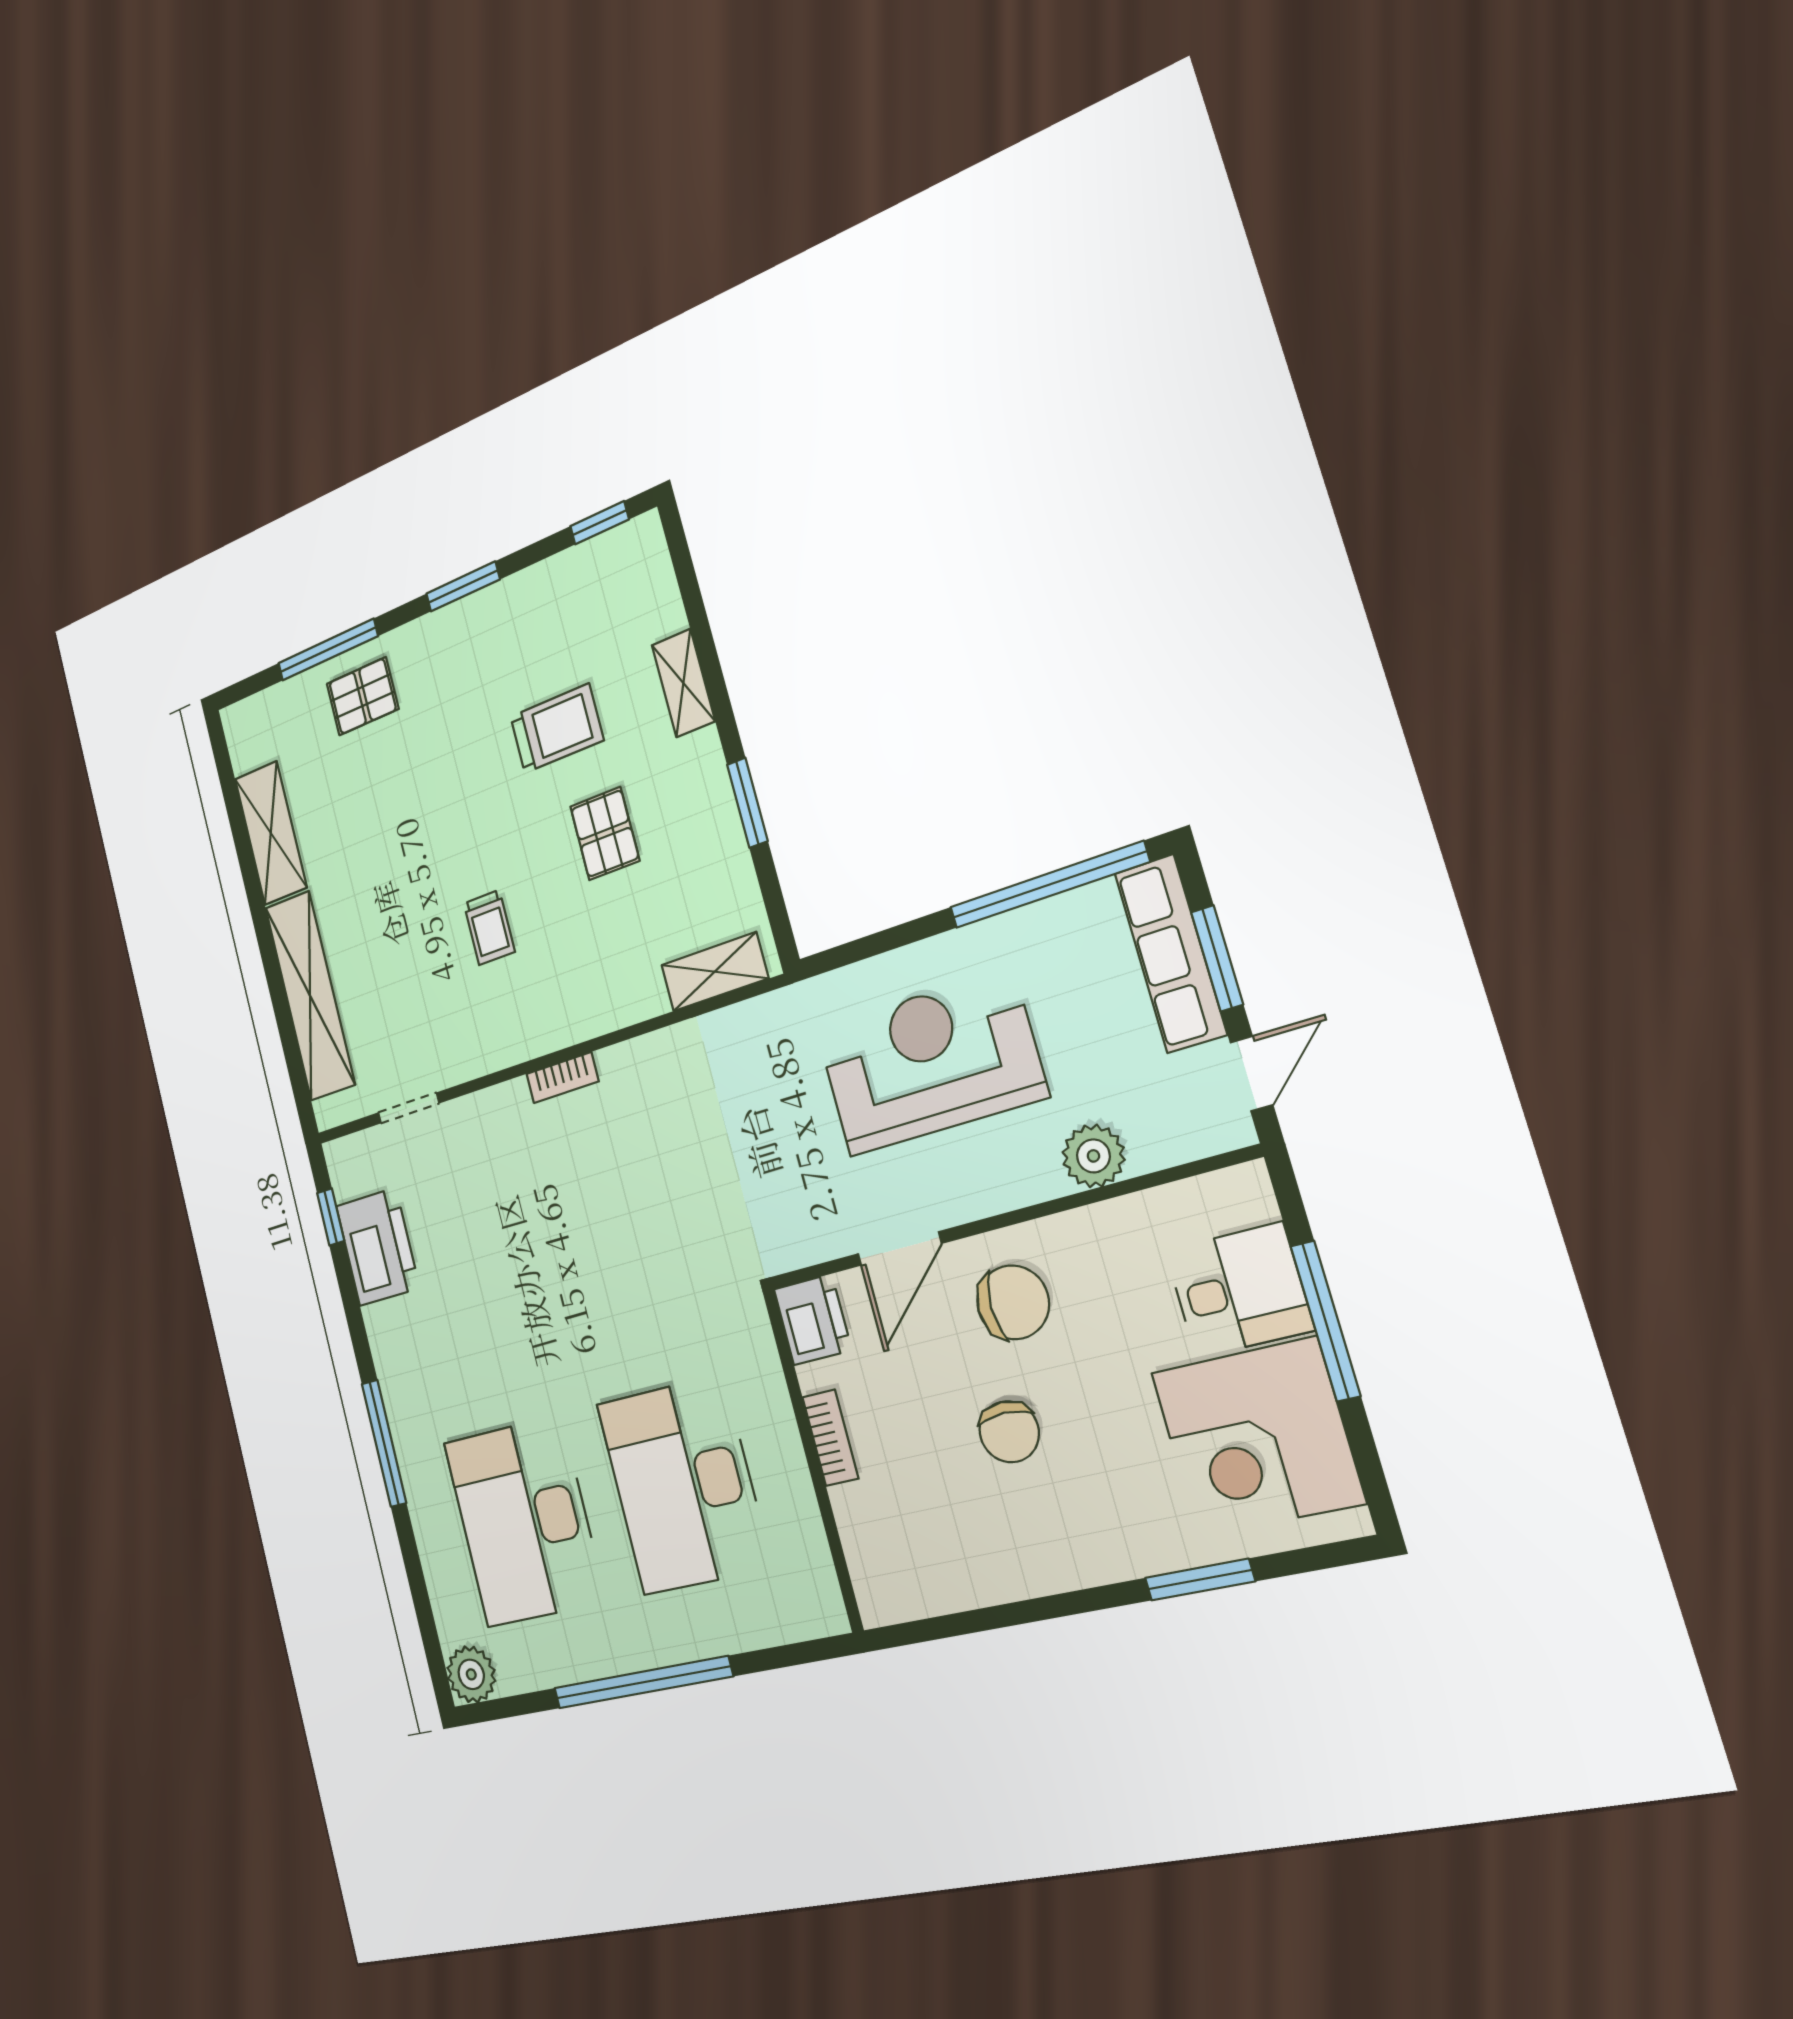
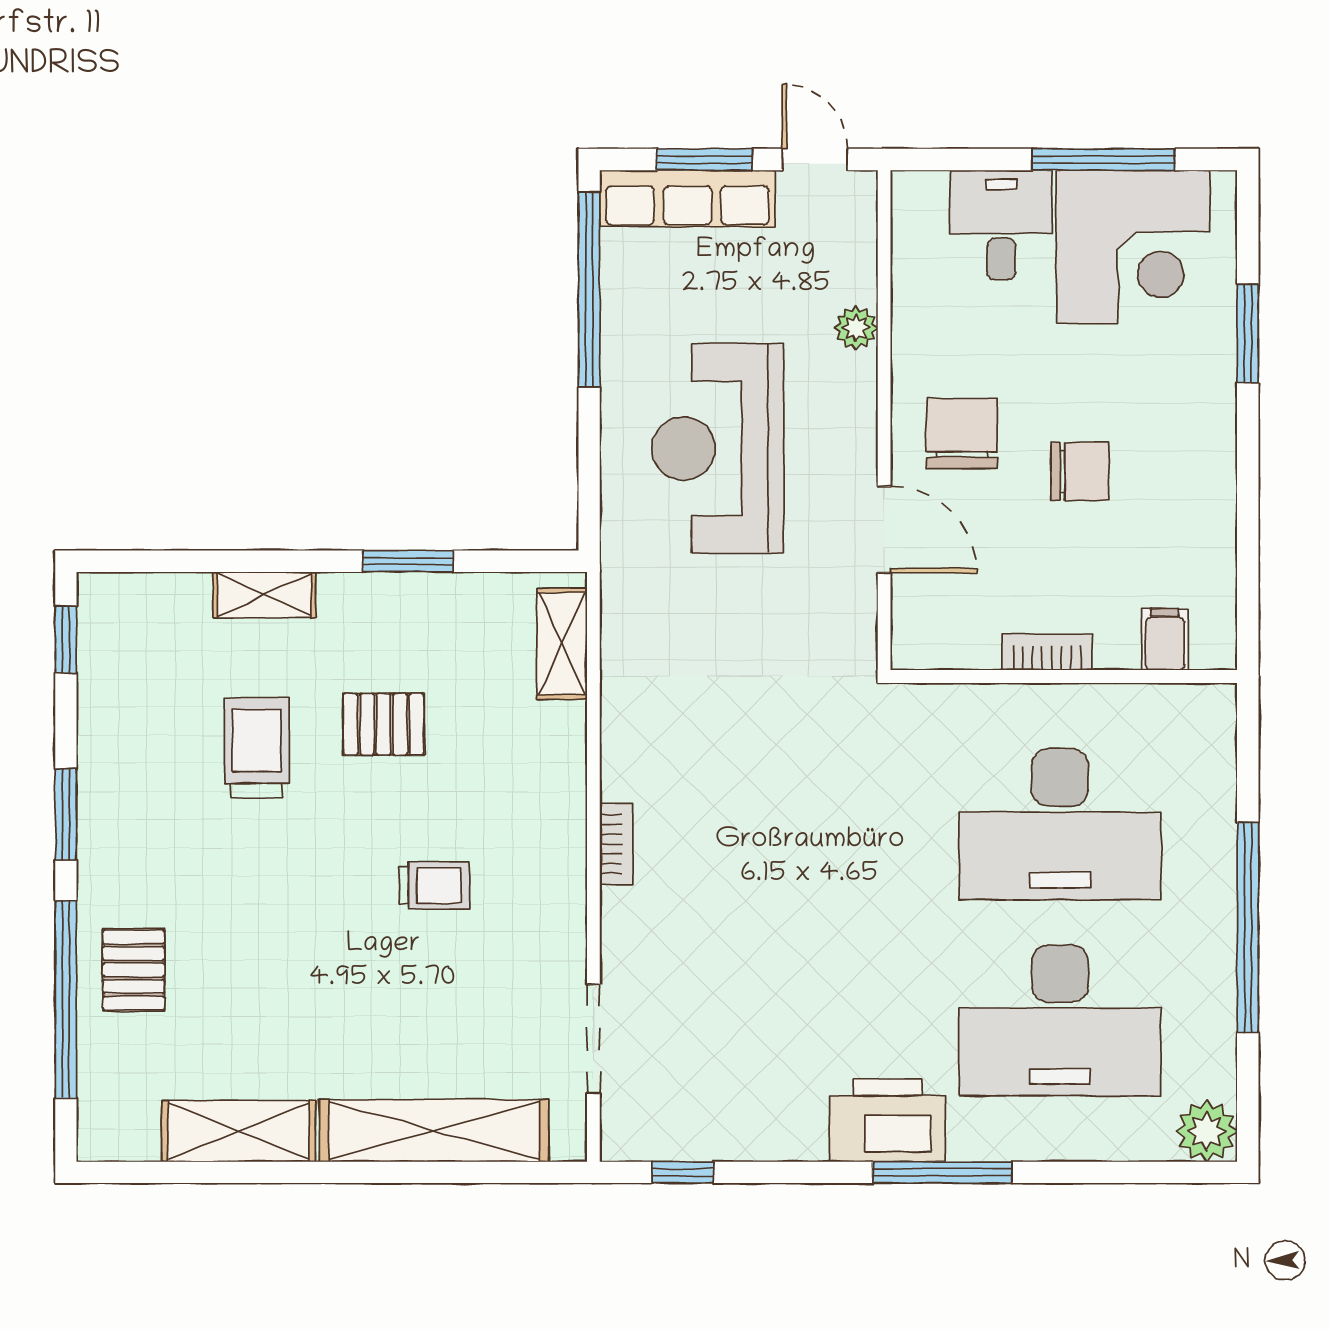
window: (328, 650) -> (66, 999), width x1.46
doorway: (409, 1108) -> (593, 1039), width x1.38
plant: (1093, 1156) -> (856, 328), width x0.73, depth x0.73
printer: (378, 1247) -> (887, 1120), moved
printer: (813, 1320) -> (930, 638), removed
window: (1325, 1321) -> (1104, 160), moved
filing cabinet: (873, 1552) -> (1165, 639), added

